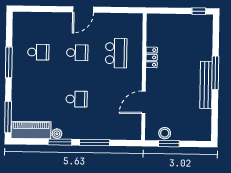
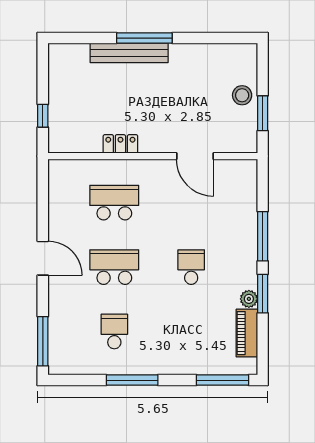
window: (33, 9) -> (43, 341), added
window: (199, 11) -> (43, 116), moved
school desk: (77, 53) -> (114, 267), width x1.85
bench: (206, 85) -> (129, 53), moved
piano: (31, 130) -> (247, 333), width x0.73, depth x0.75
stool: (165, 133) -> (242, 95), moved

